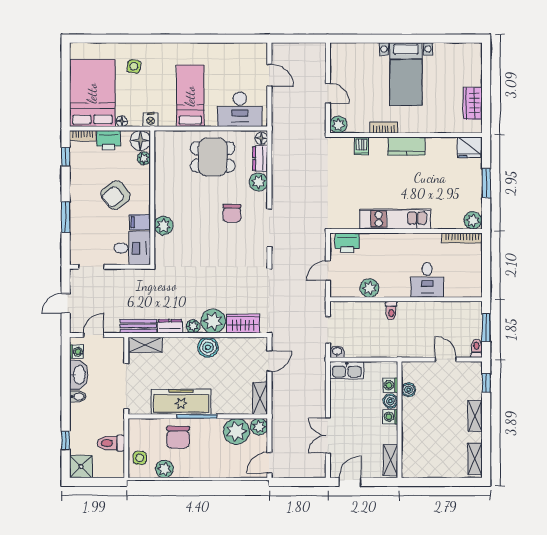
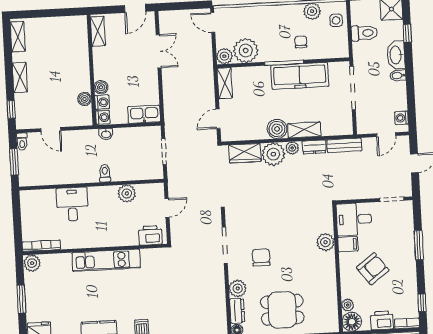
shelving: (145, 345) -> (304, 130), moved
washbasin: (337, 352) -> (106, 134), moved
washbasin: (79, 375) -> (396, 55), moved
washing machine: (390, 417) -> (103, 117), moved
chair: (178, 437) -> (301, 42), width x0.54, depth x0.54
door: (269, 463) -> (213, 22), swing flipped

